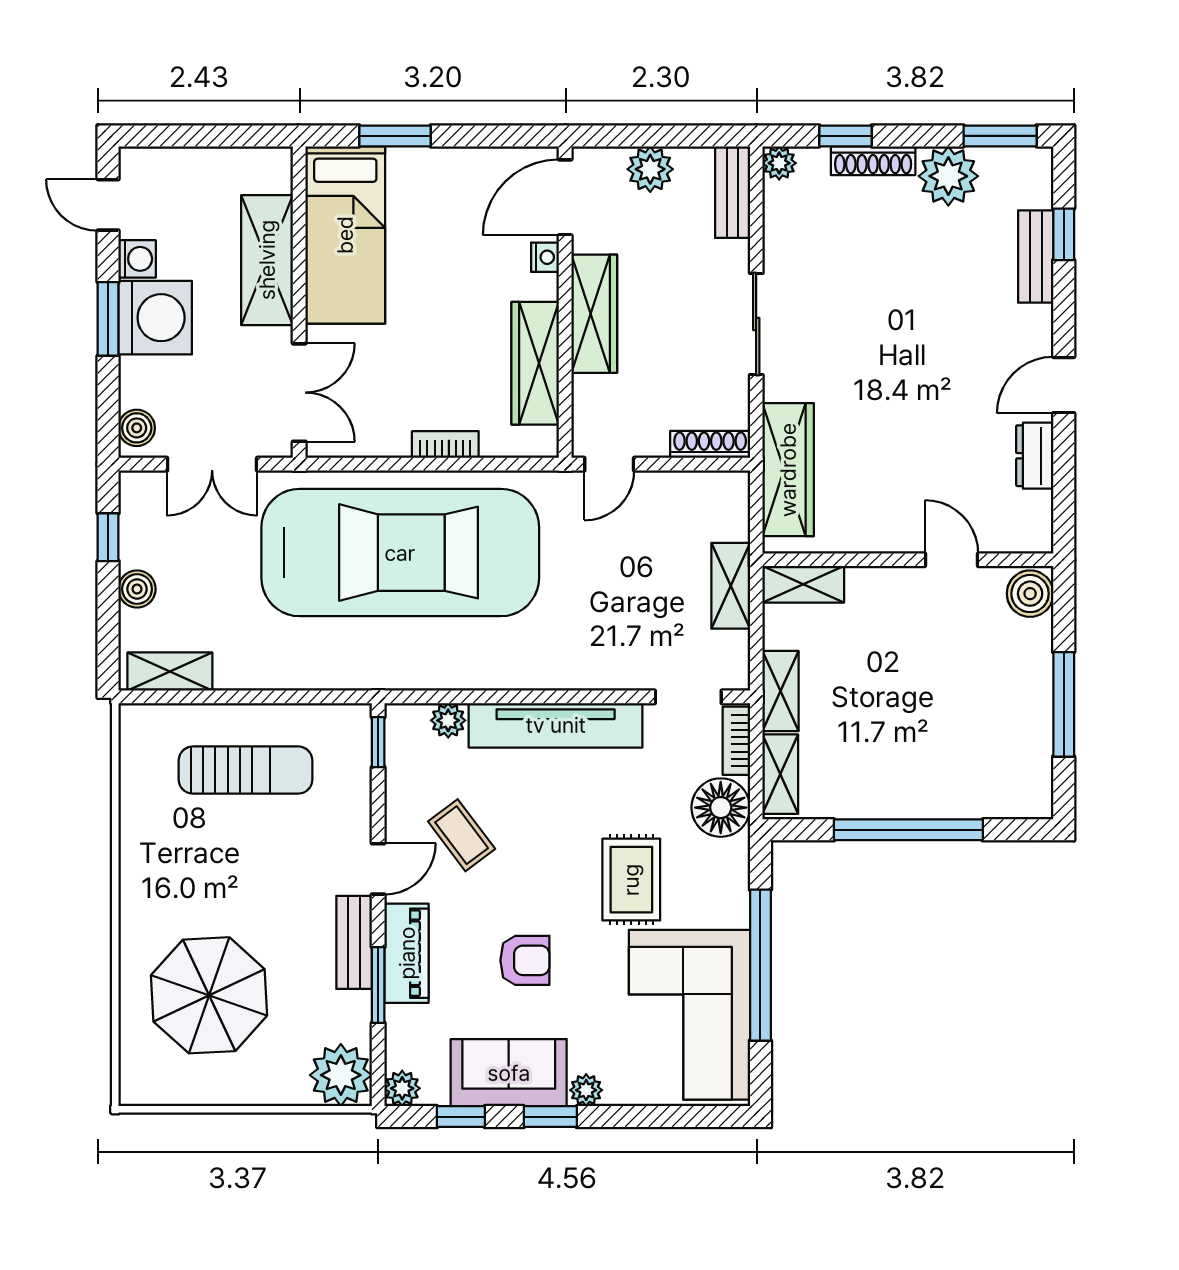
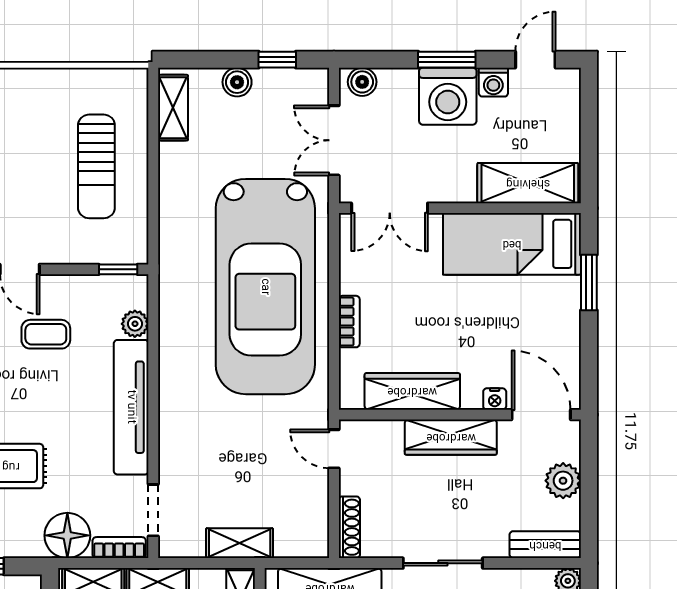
shelving: (267, 260) -> (528, 183), moved
coffee table: (462, 835) -> (46, 334), turned 37

